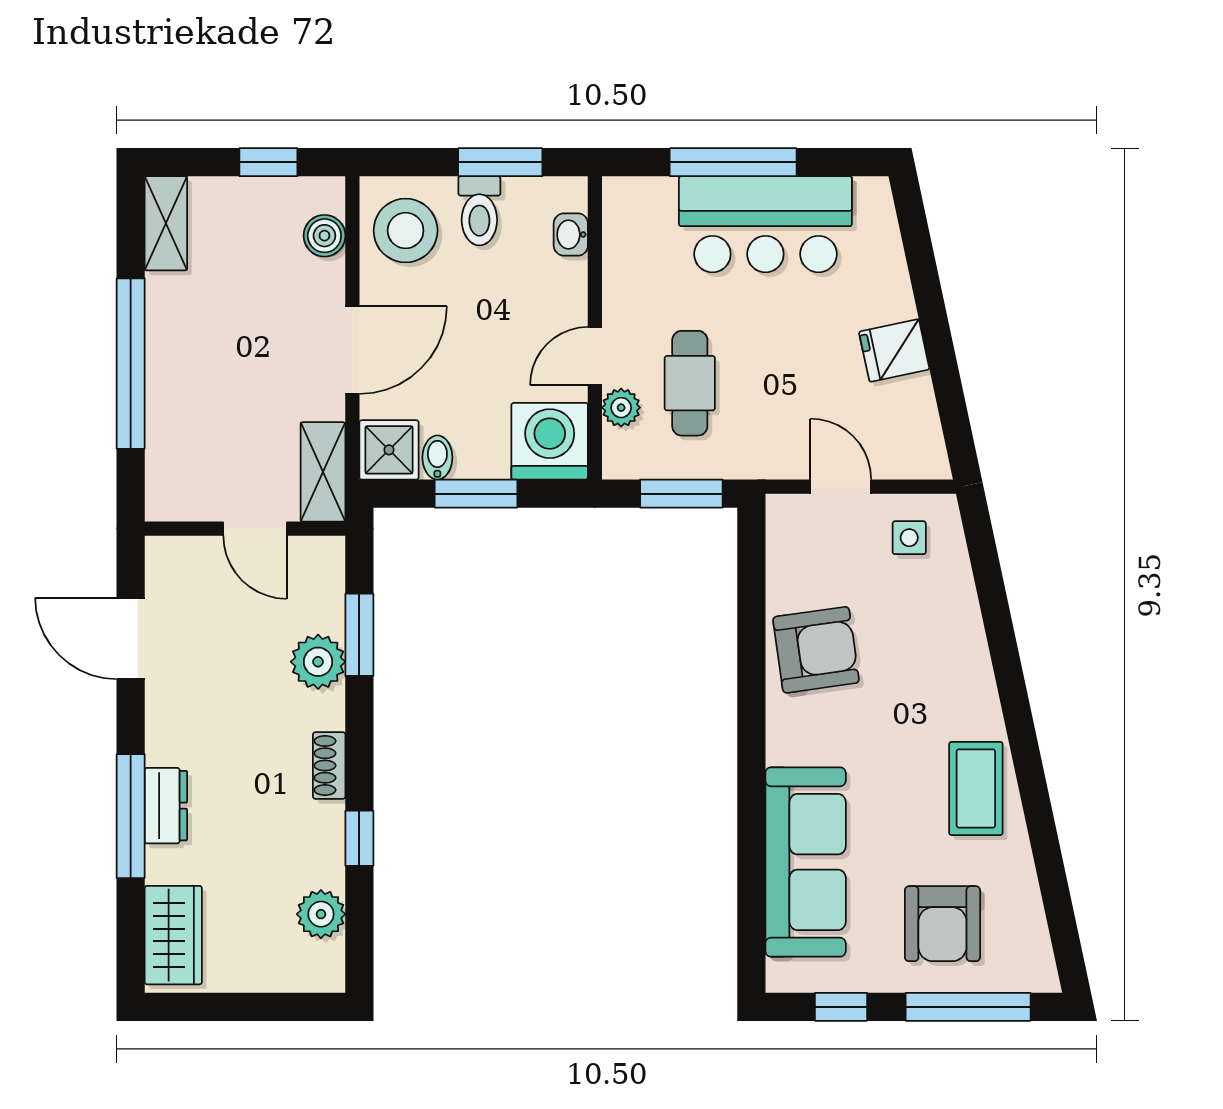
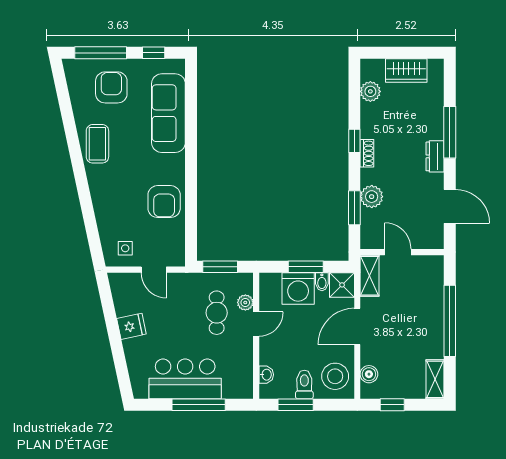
washing machine: (550, 441) -> (298, 288), moved
armchair: (816, 650) -> (164, 202), turned -82
dresser: (166, 806) -> (435, 156), moved
window: (359, 838) -> (354, 141), moved
wardrobe: (173, 935) -> (406, 70), moved, turned -90

